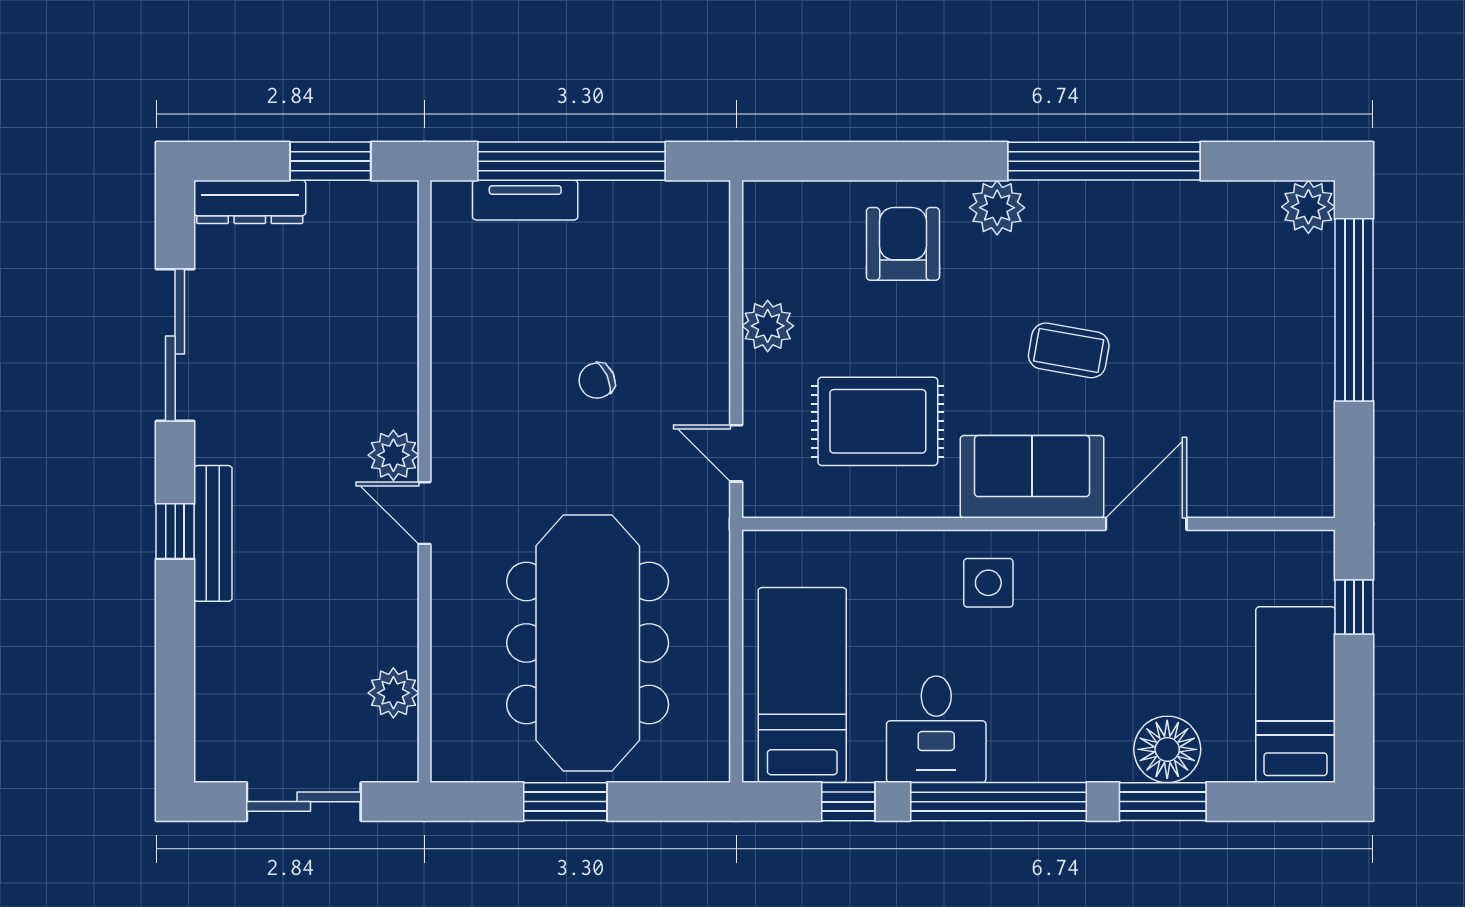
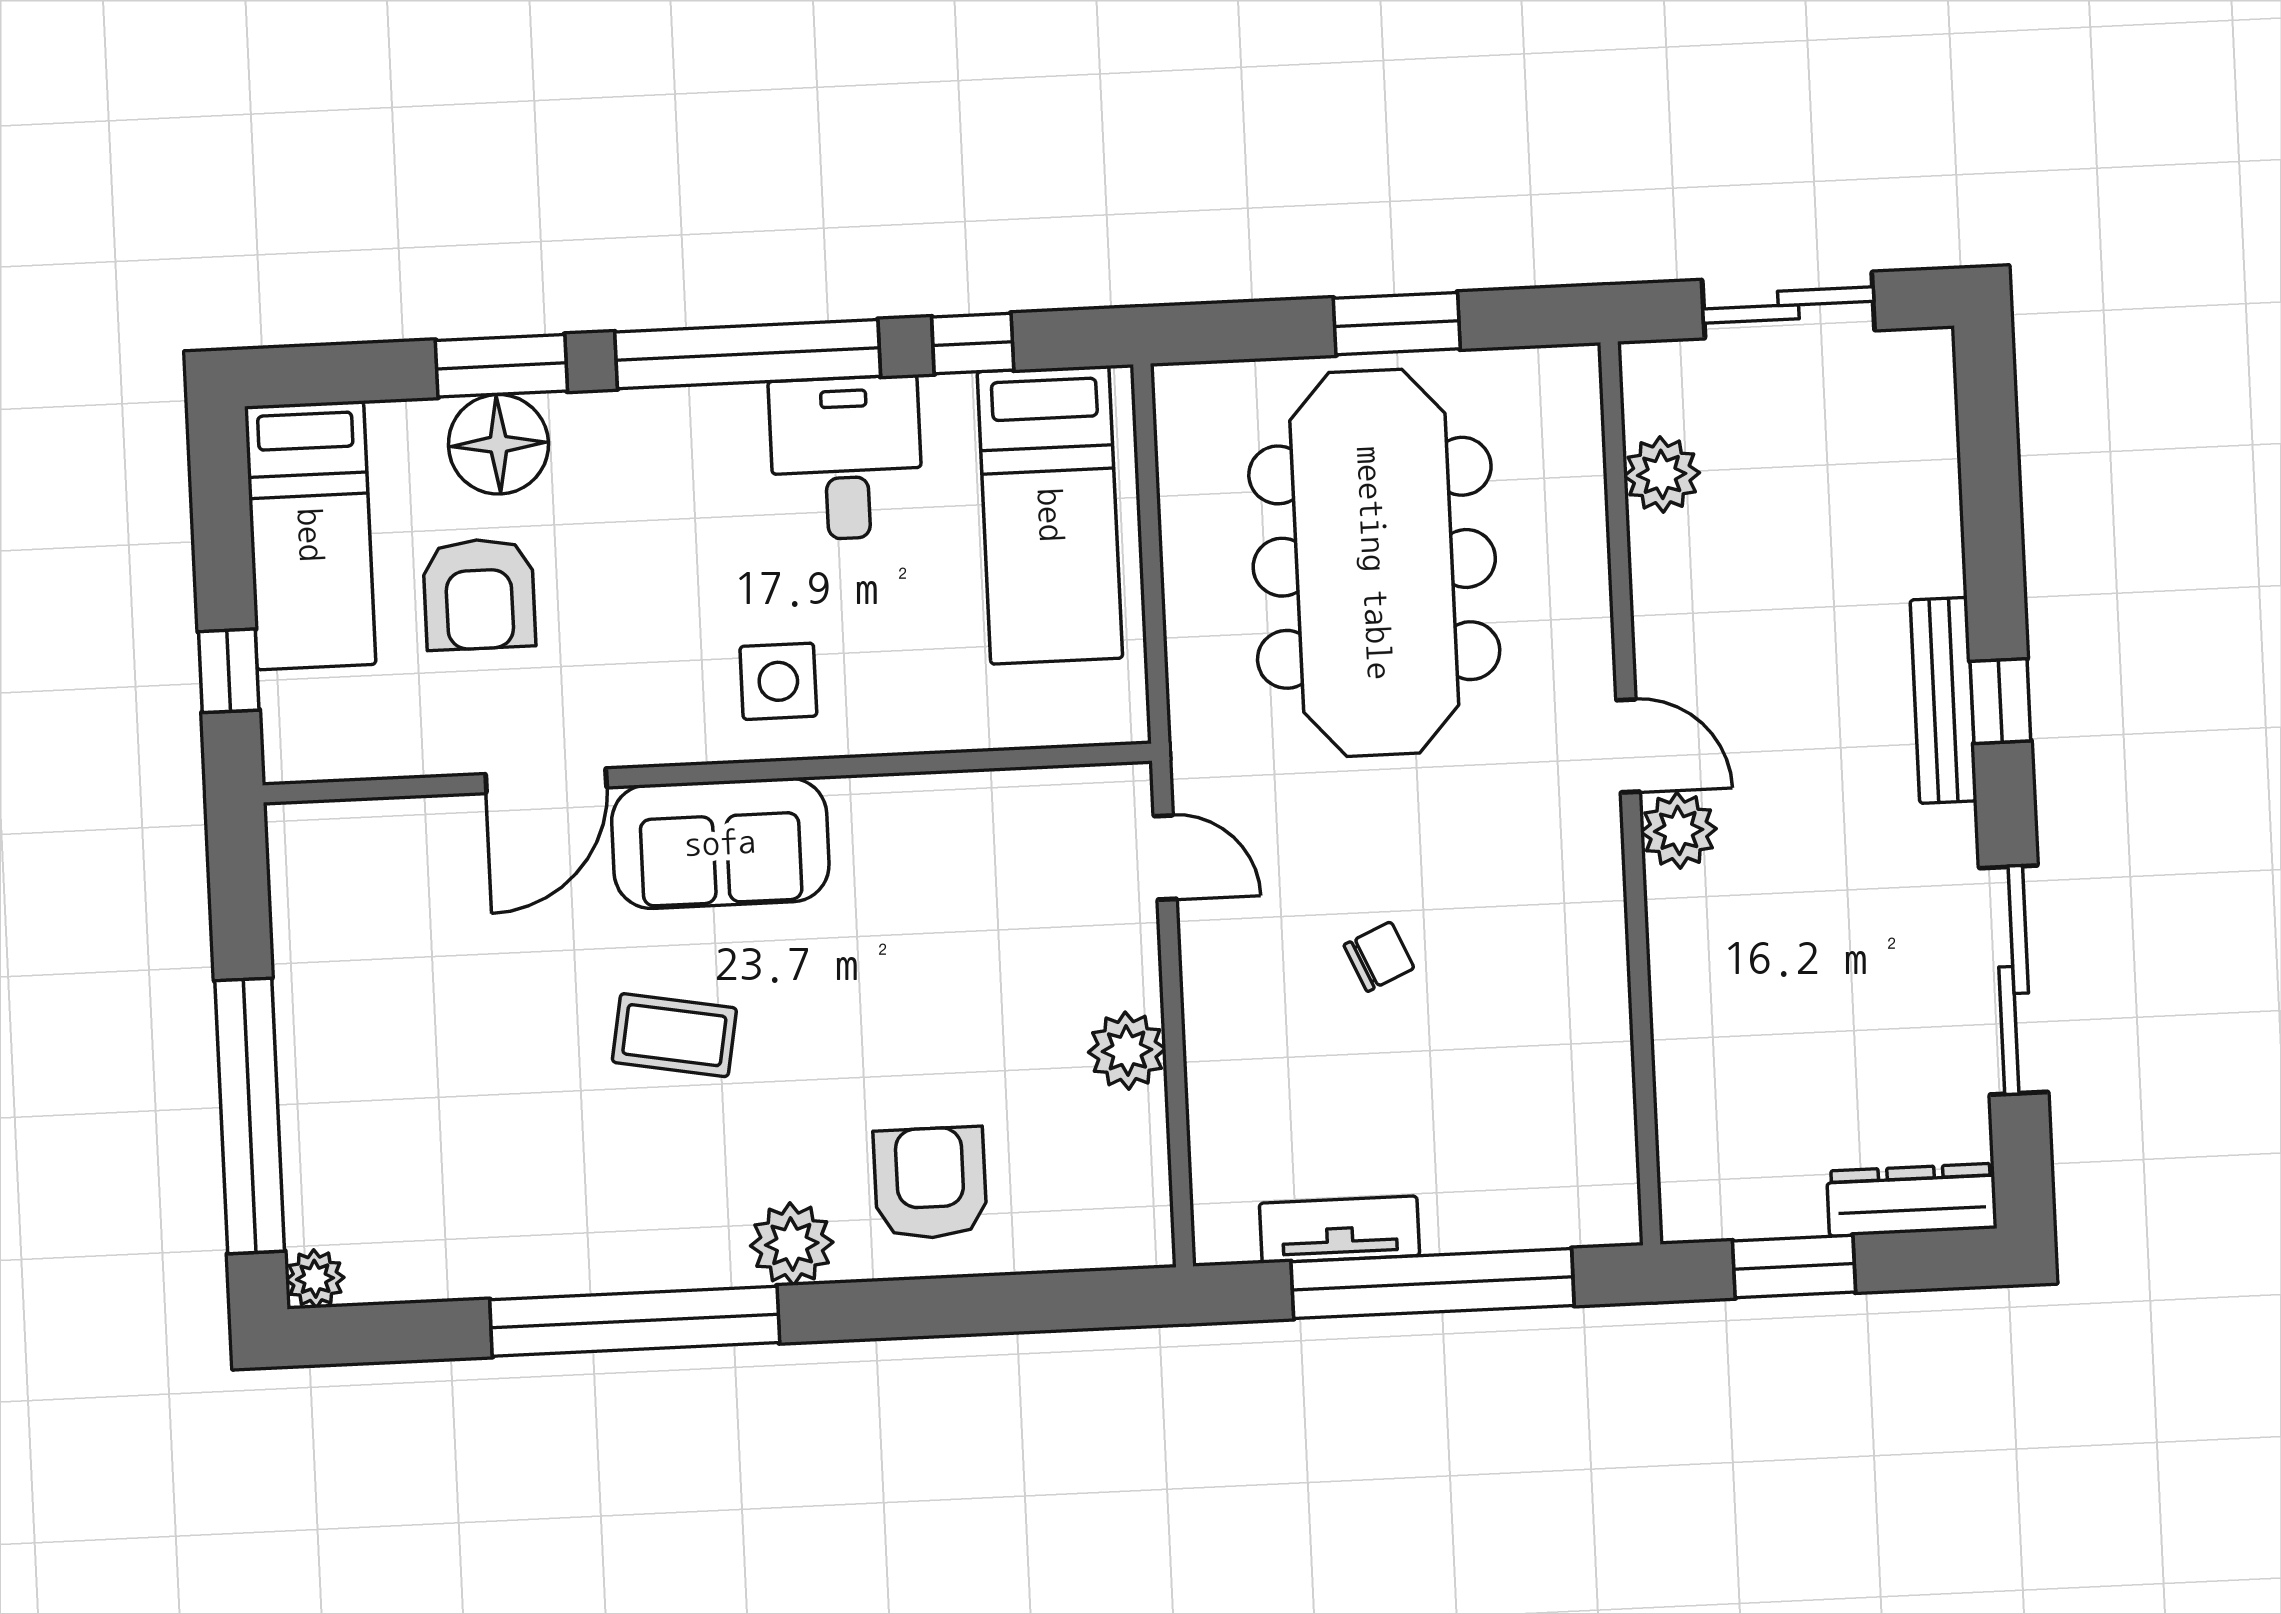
tv unit: (525, 200) -> (1339, 1229), moved
plant: (1308, 207) -> (315, 1279), width x0.73, depth x0.73
armchair: (903, 244) -> (930, 1183), turned 180
rug: (878, 421) -> (955, 915), removed
armchair: (1185, 650) -> (479, 594), added

